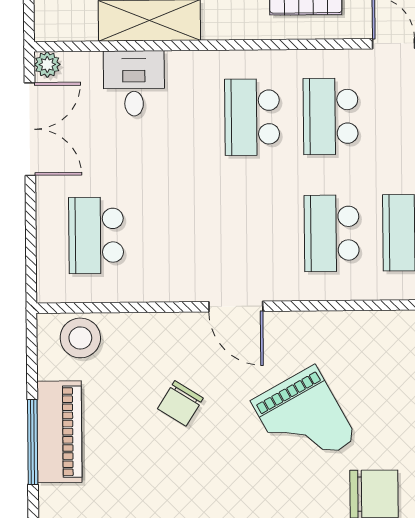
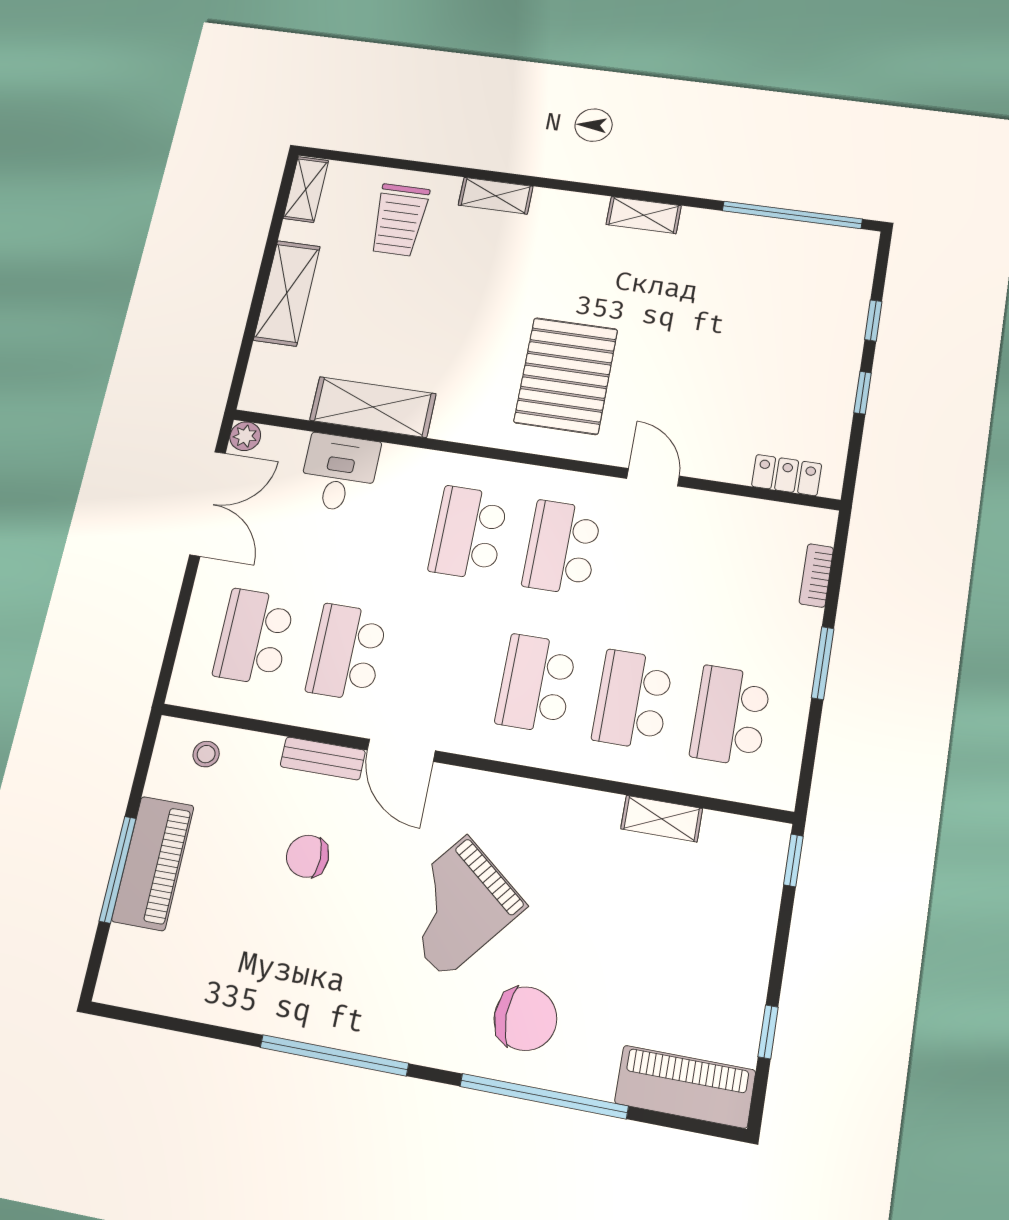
school desk: (175, 235) -> (347, 652), added
bench: (175, 324) -> (323, 758), added
stool: (80, 338) -> (206, 754), width x0.53, depth x0.53
chair: (180, 403) -> (308, 856), turned 58
grand piano: (304, 420) -> (455, 906), turned 68

